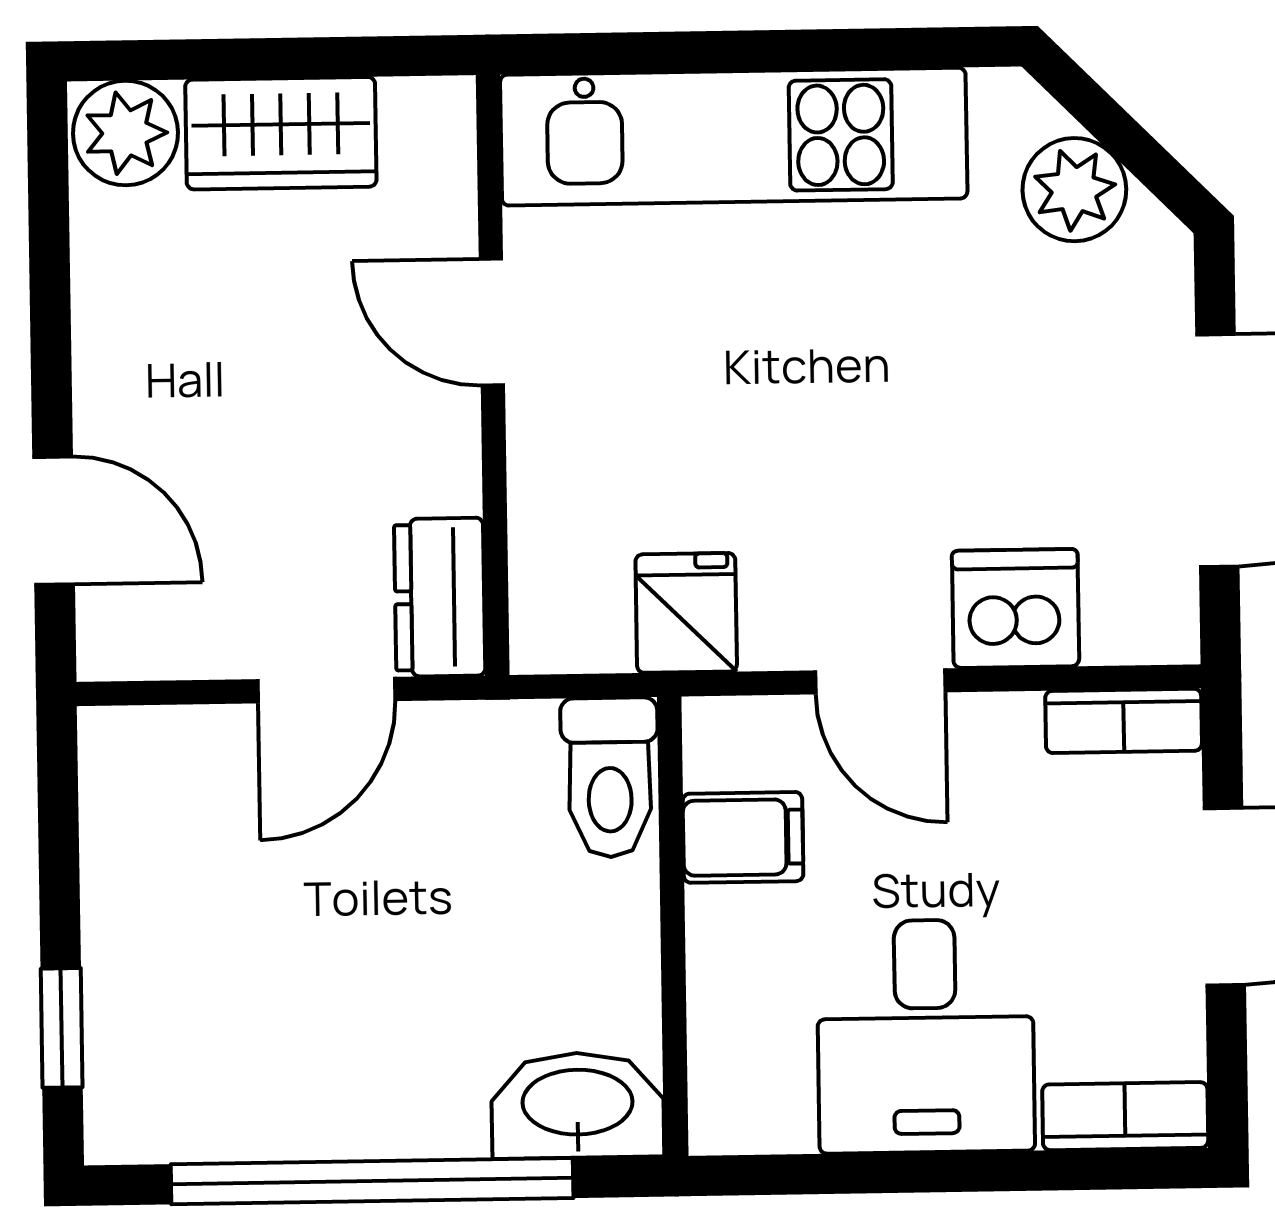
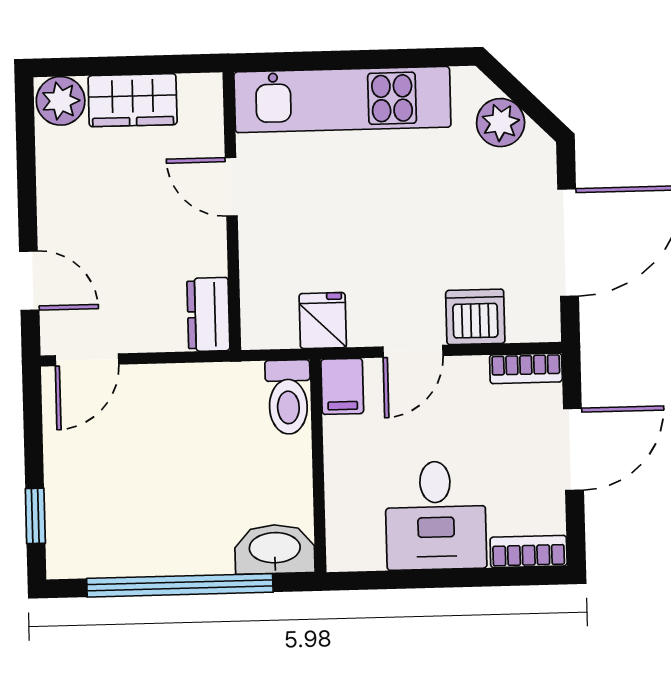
door: (880, 681) -> (413, 351), hinge flipped
door: (326, 690) -> (87, 360), moved
filing cabinet: (743, 837) -> (342, 386), moved, turned 90

